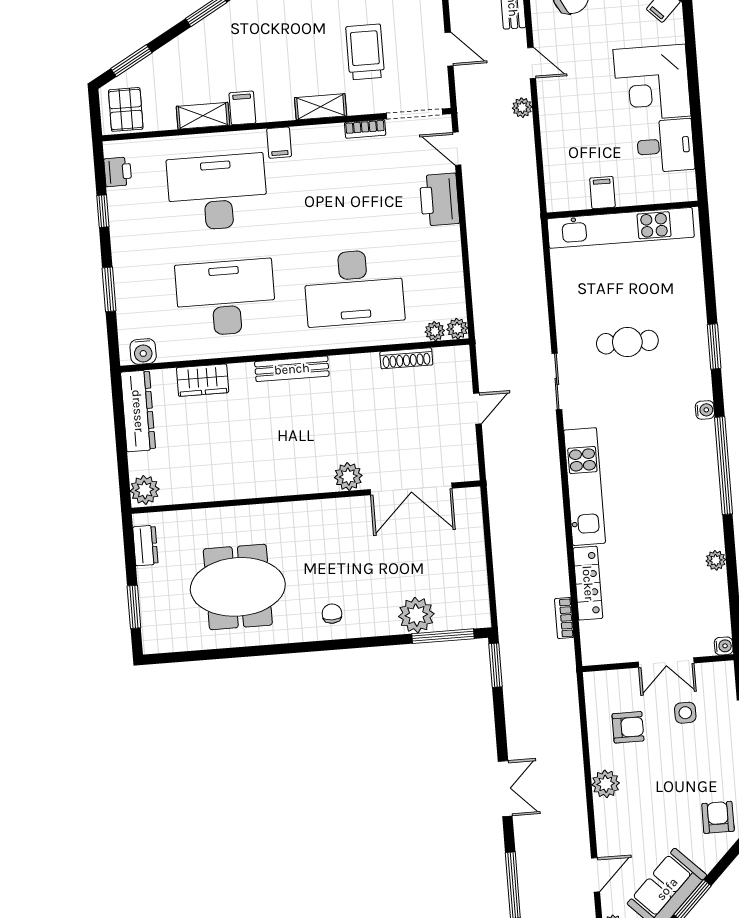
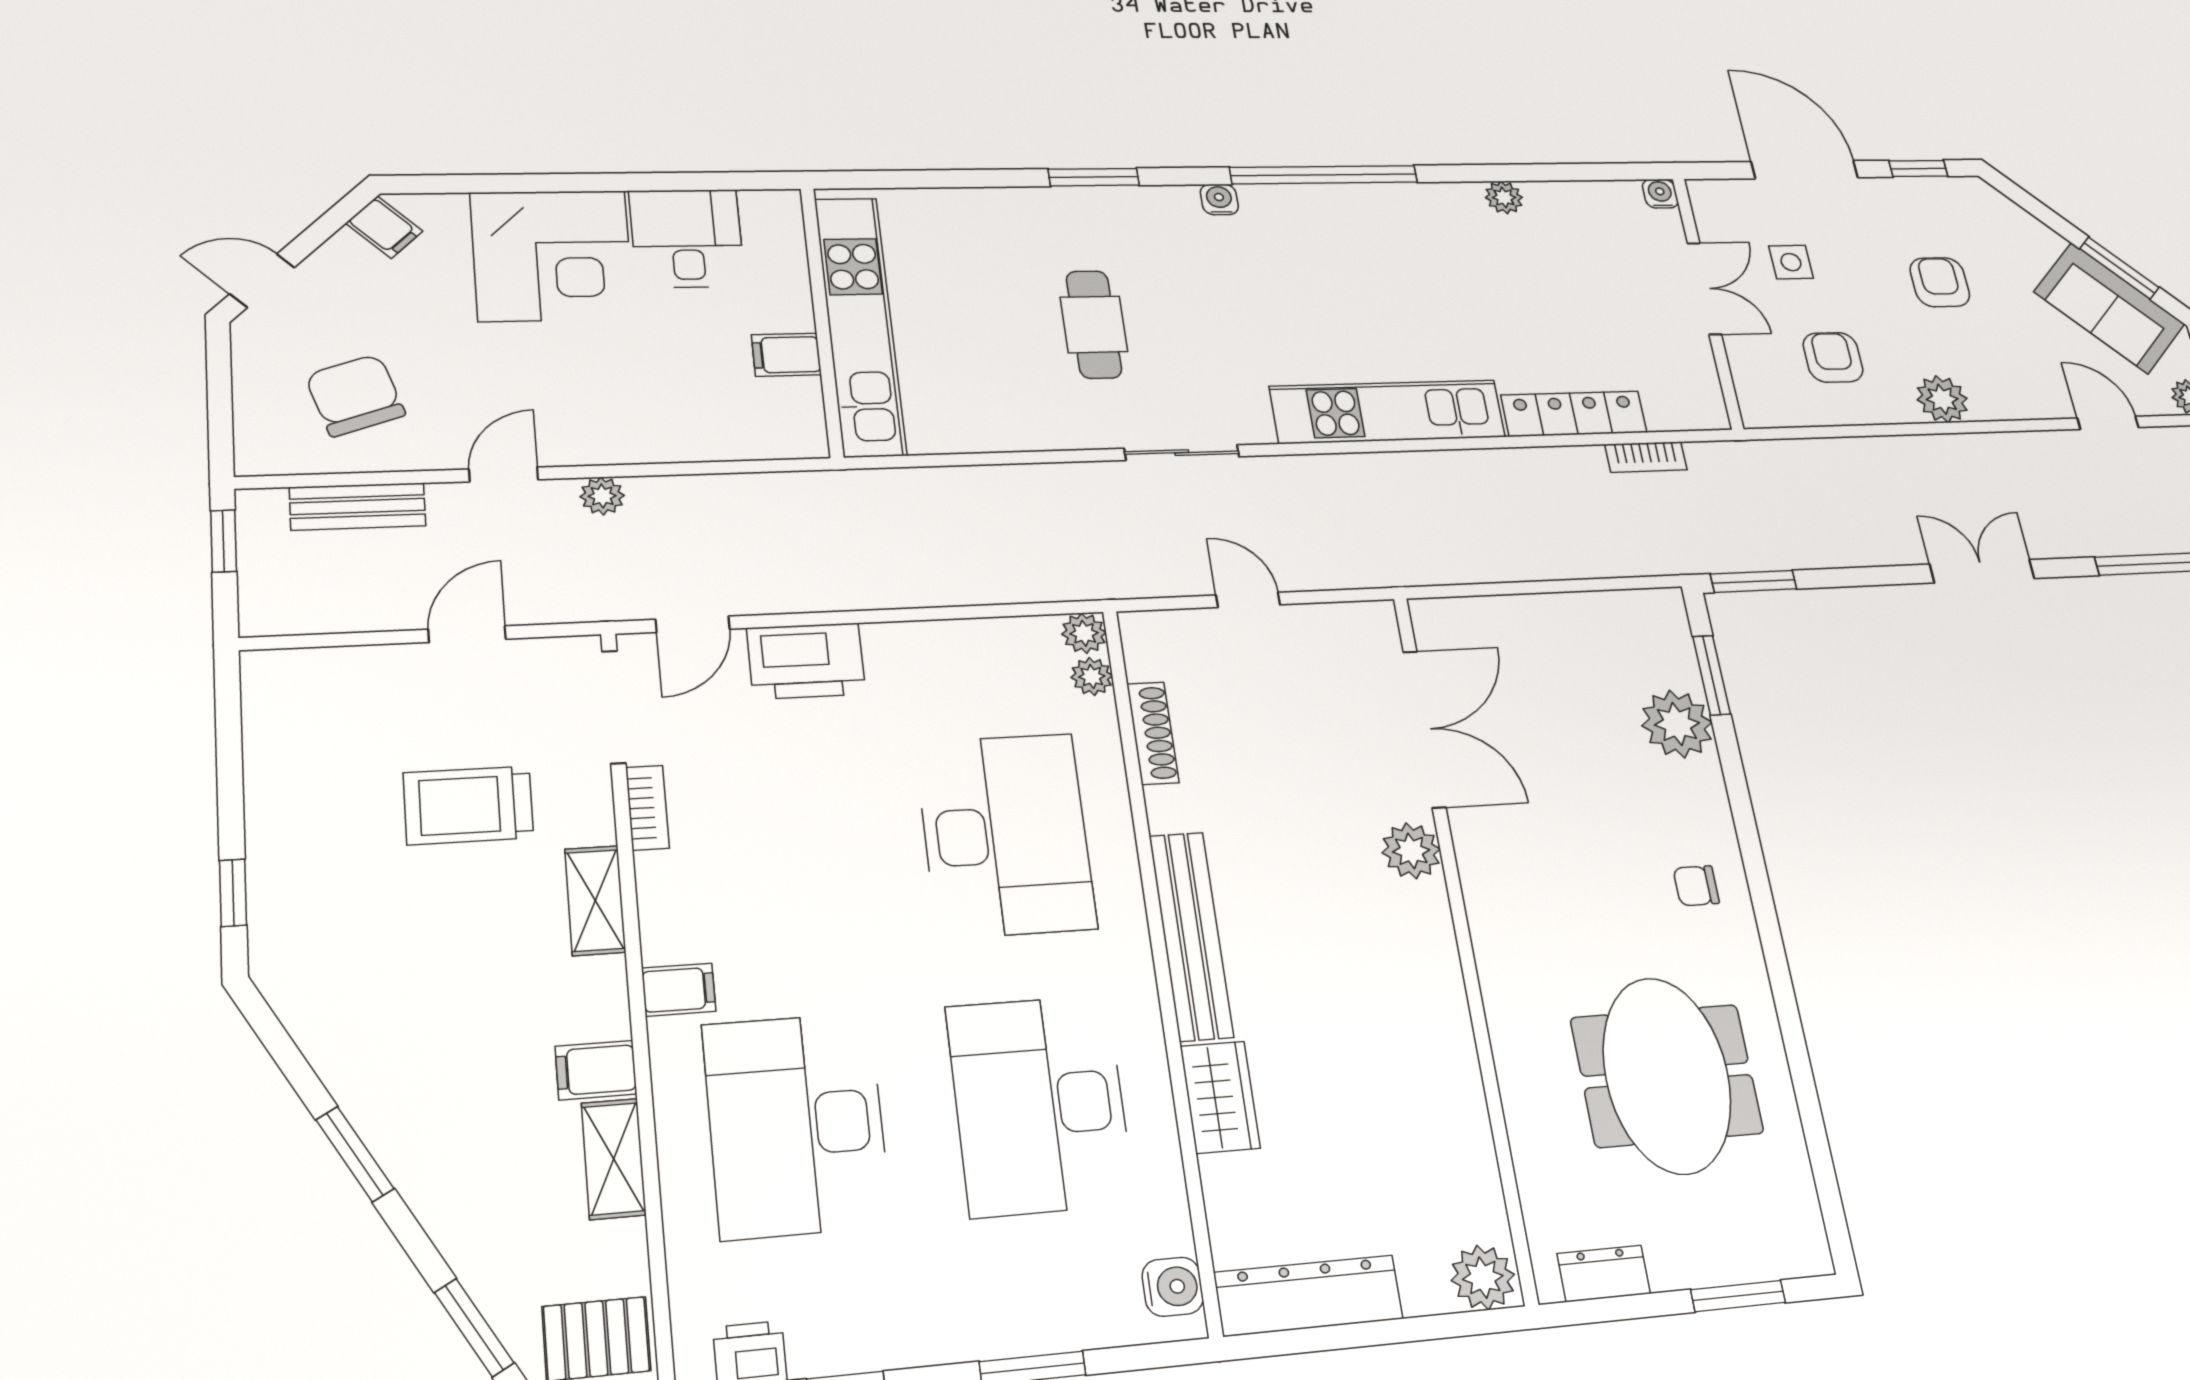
bench: (292, 369) -> (1191, 936), width x1.37, depth x1.21
wardrobe: (203, 380) -> (1220, 1097), moved
window: (443, 636) -> (1712, 675), width x0.69
armchair: (718, 817) -> (1940, 282), moved, turned 90

